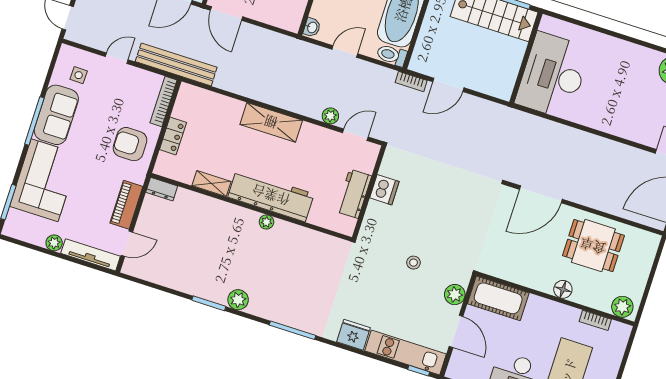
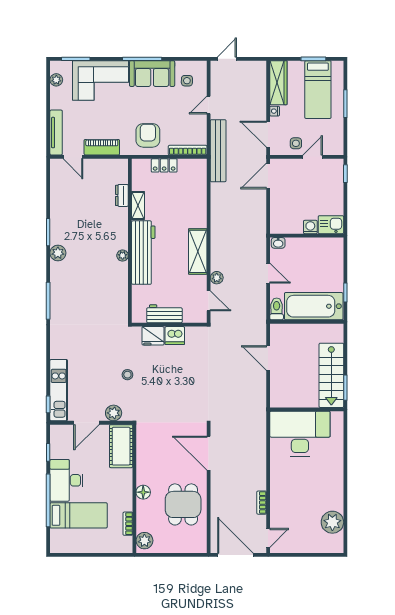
door: (117, 58) -> (209, 105), swing flipped
bookcase: (411, 82) -> (262, 503), moved
shelving: (271, 122) -> (198, 251), moved
dresser: (162, 189) -> (122, 195), moved
plant: (54, 243) -> (56, 80), moved
fridge: (353, 335) -> (153, 336), moved, turned 90

